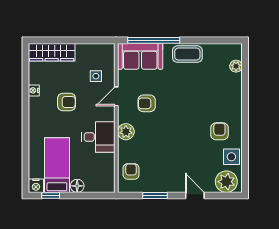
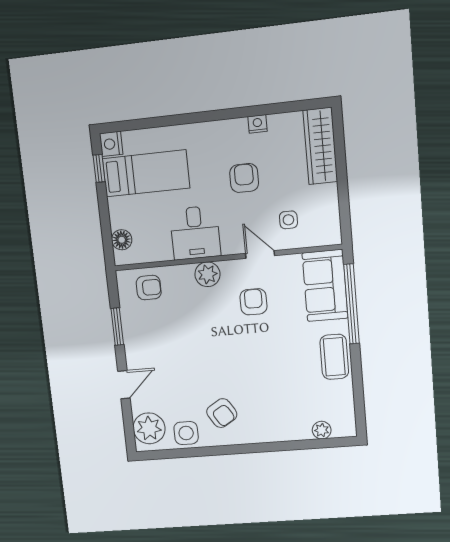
armchair: (67, 102) -> (244, 178), turned 180
armchair: (219, 131) -> (222, 413), turned 58
floor lamp: (77, 186) -> (122, 240), moved

